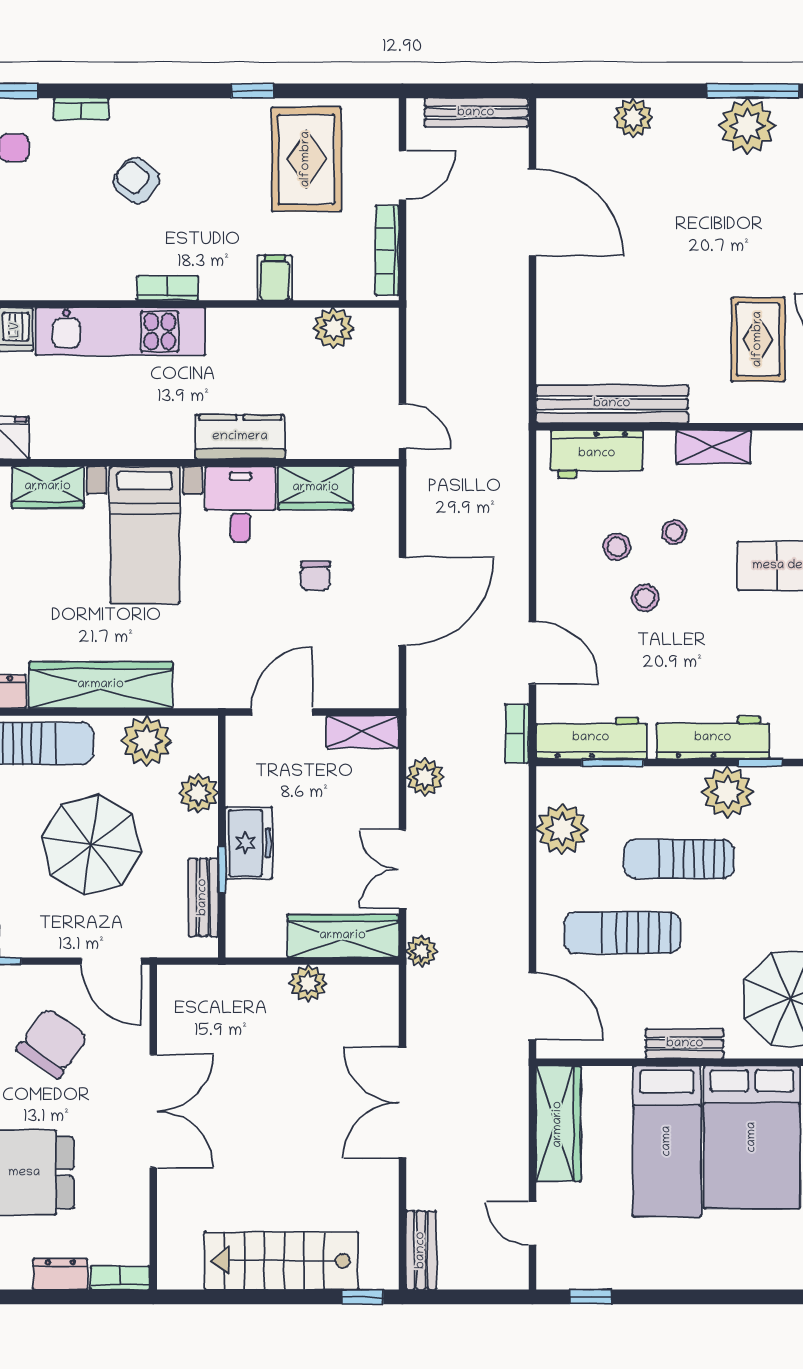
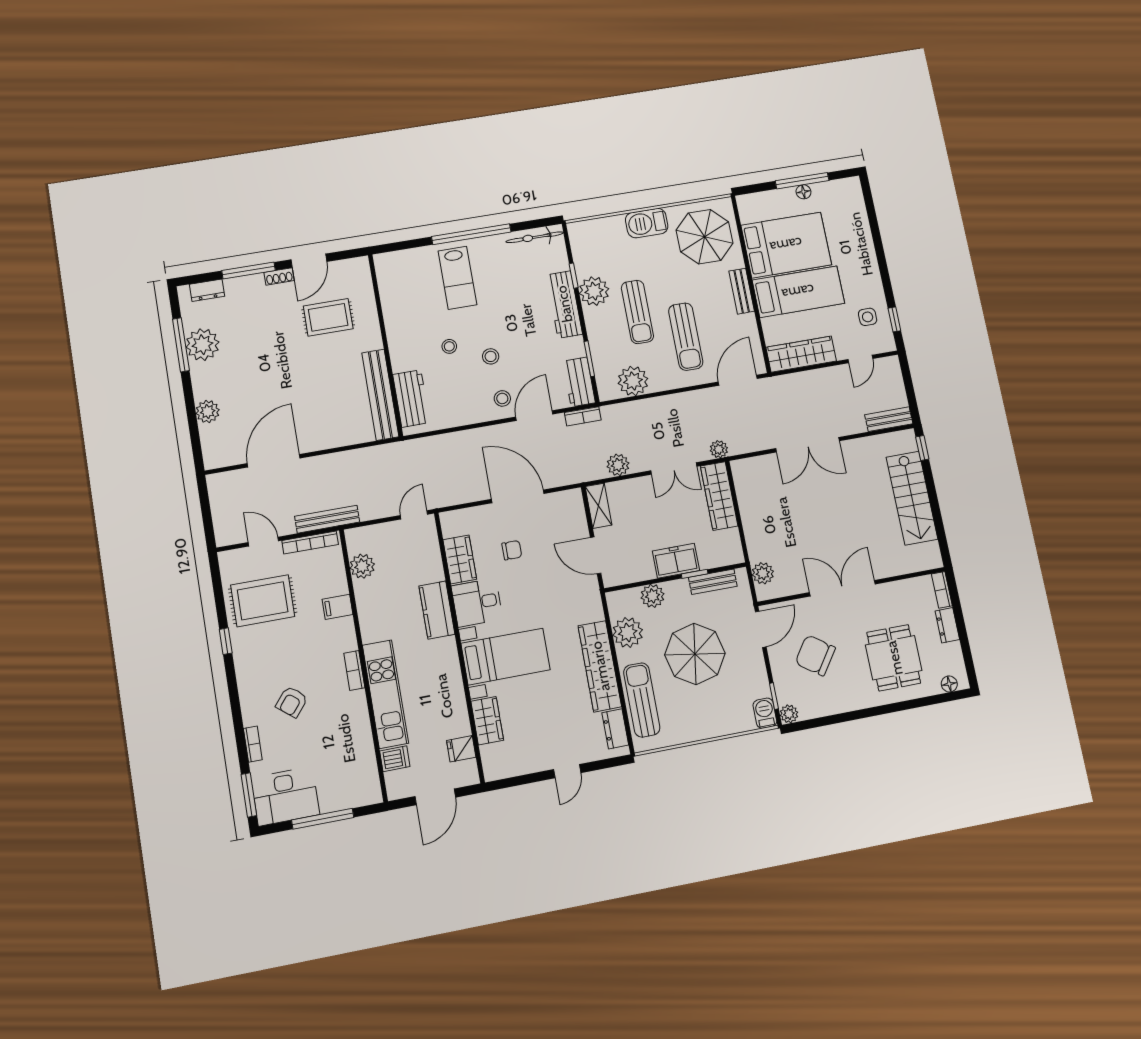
bench: (476, 113) -> (327, 519), moved, turned 90
shelving: (713, 447) -> (396, 332), removed
stool: (617, 547) -> (502, 398), moved
workbench: (591, 738) -> (579, 382), width x0.73
plant: (308, 983) -> (763, 573), moved
side table: (603, 1251) -> (868, 317), added

